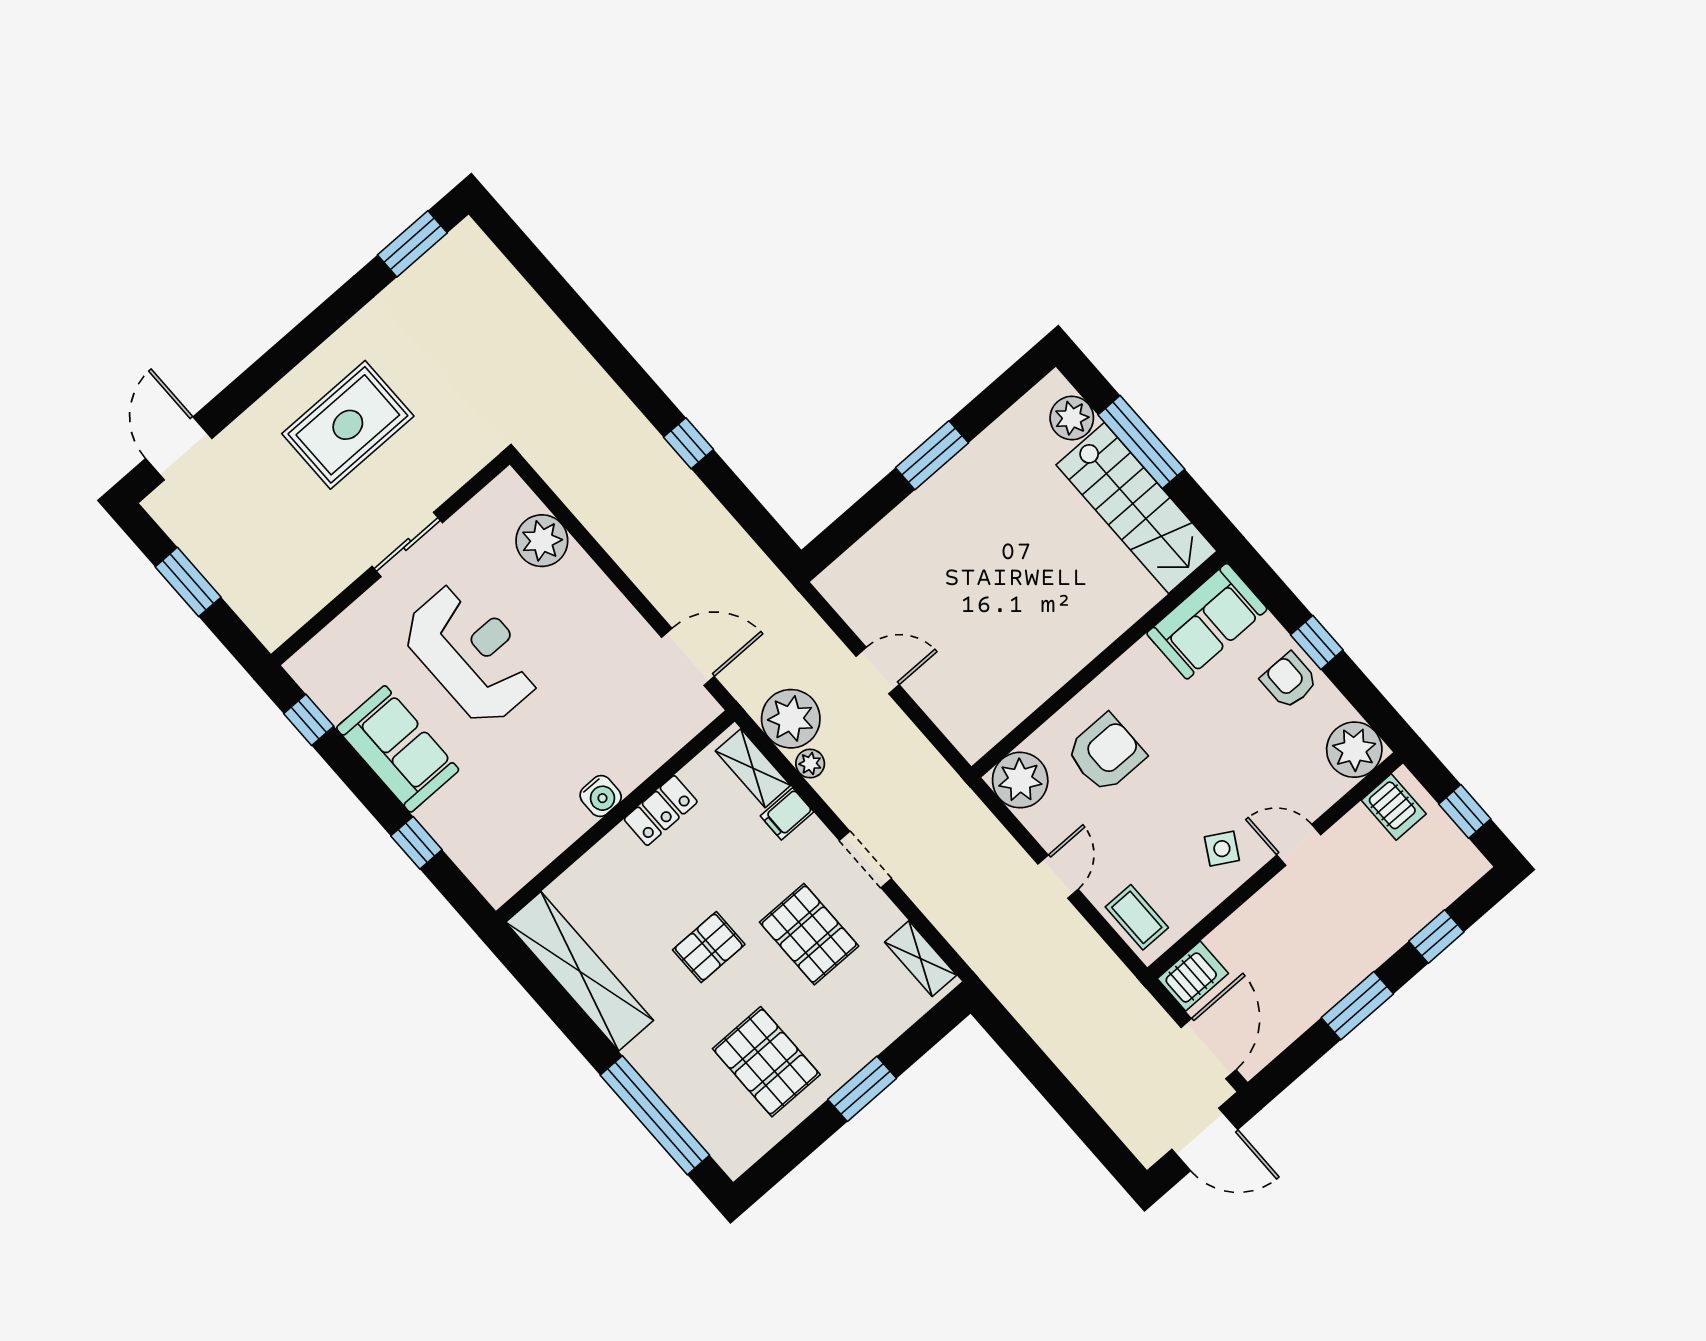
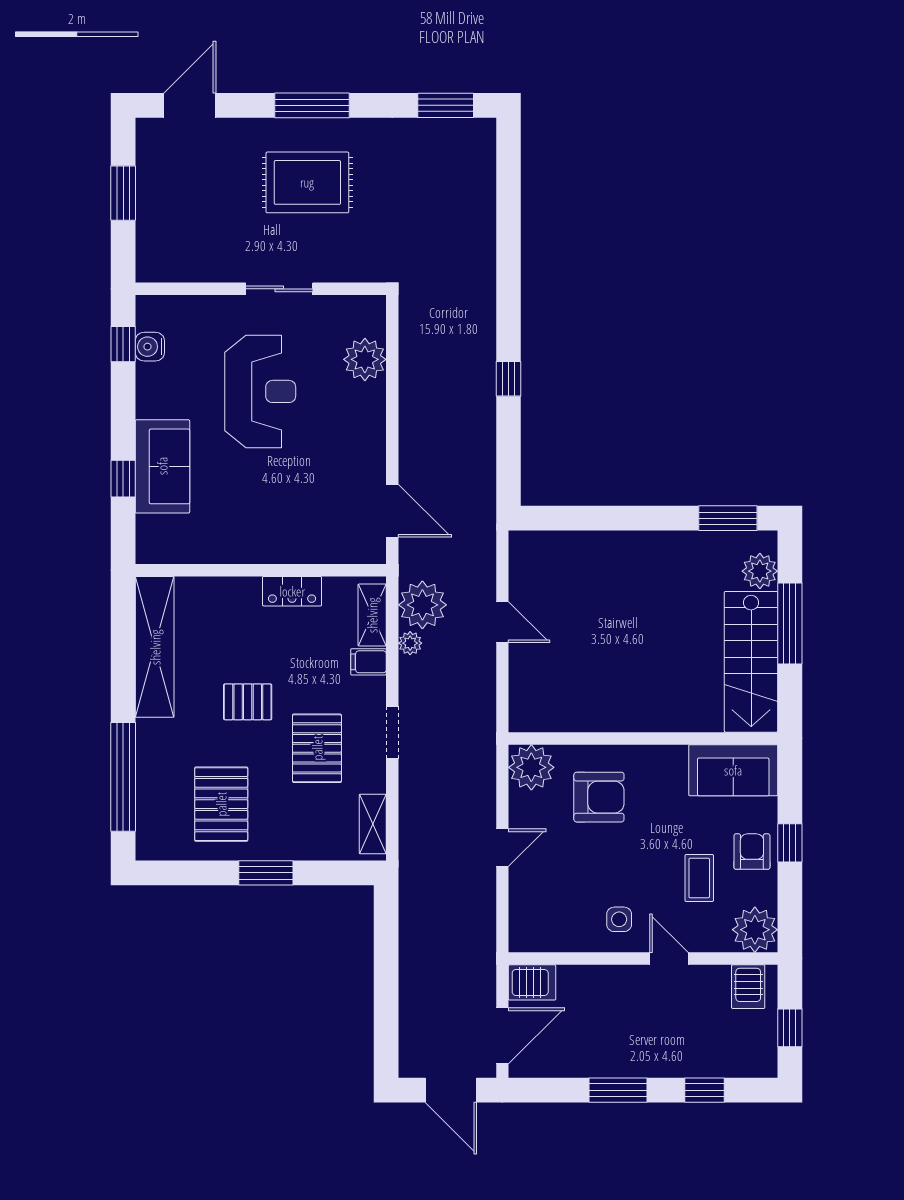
window: (290, 351) -> (312, 105), added
window: (932, 455) -> (728, 518), moved
sofa: (398, 749) -> (162, 466), moved
water cooler: (601, 796) -> (150, 347), moved, turned 90
side table: (1222, 849) -> (619, 919), turned -30
coffee table: (1137, 917) -> (699, 878), moved

